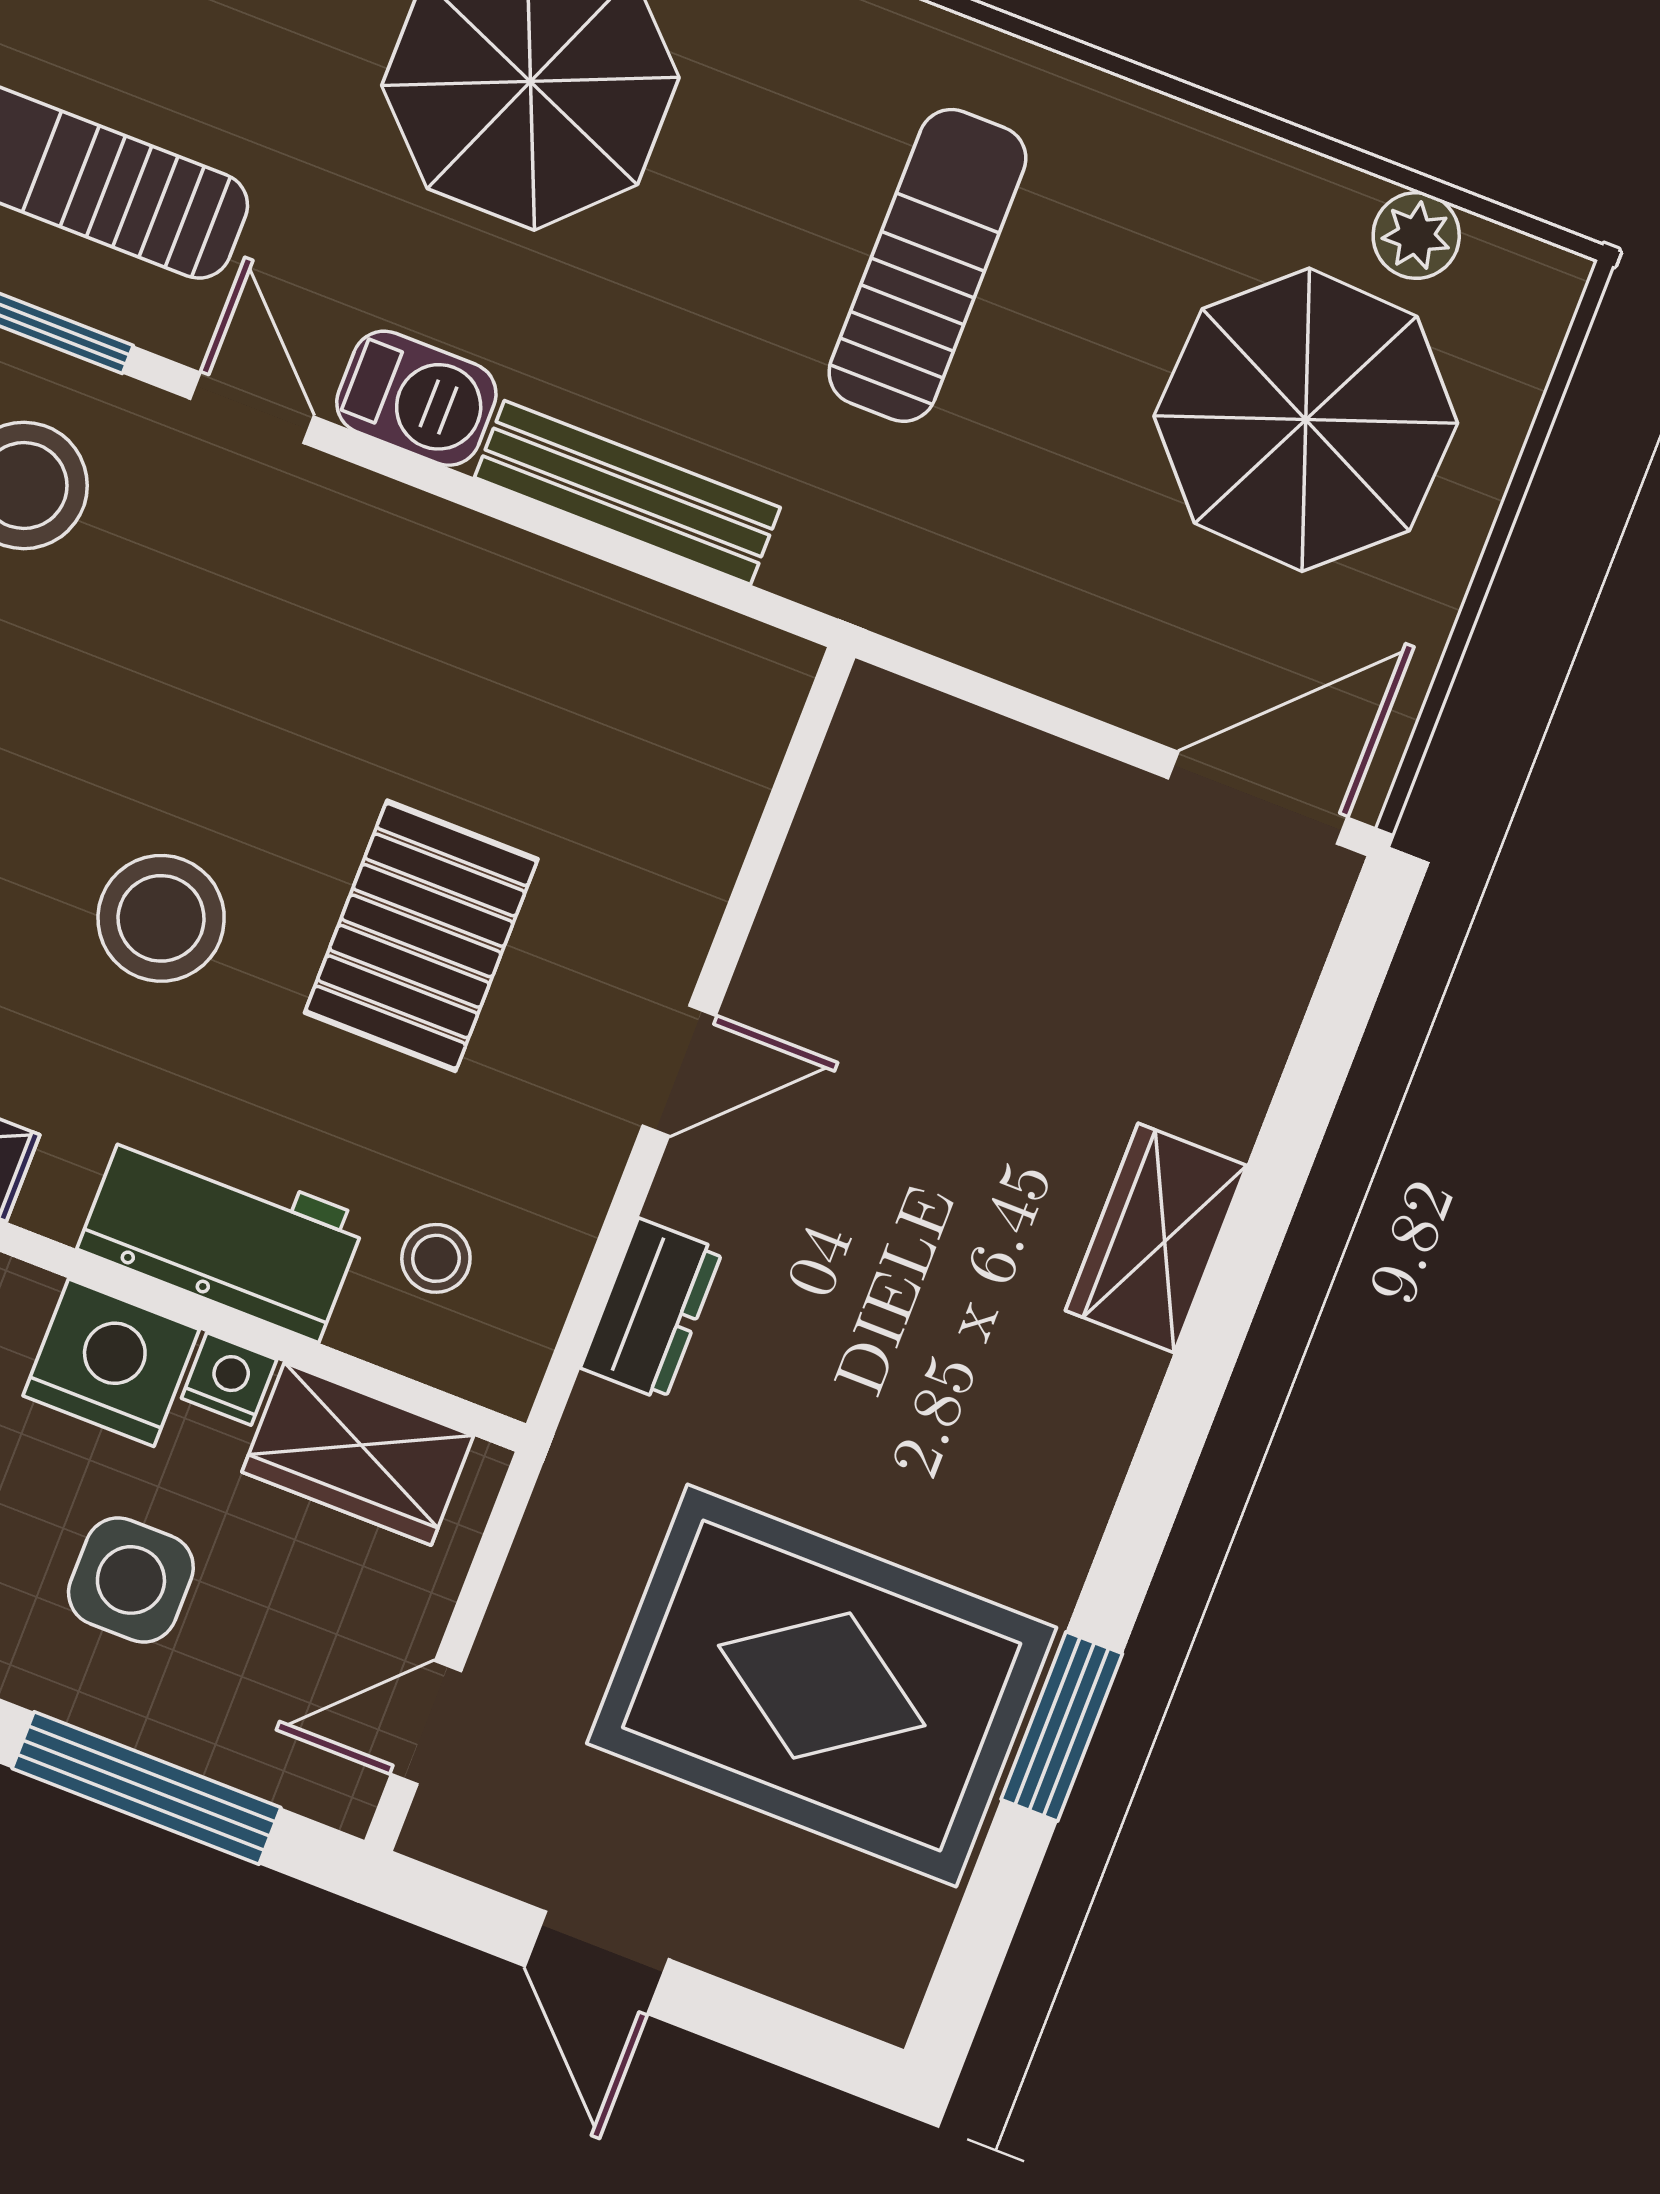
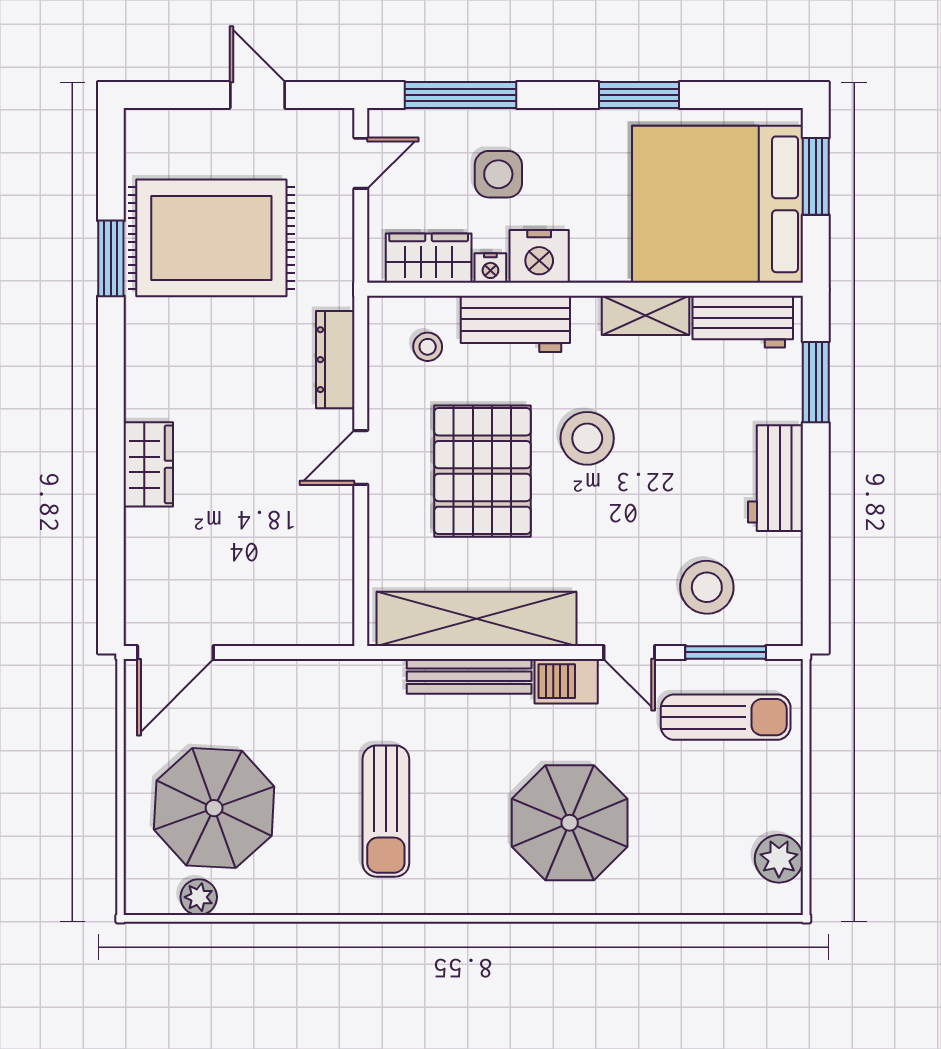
shelving: (562, 614) -> (476, 619), added
pallet: (421, 936) -> (482, 471), width x1.37, depth x1.41
dresser: (652, 1309) -> (335, 360), width x1.44

